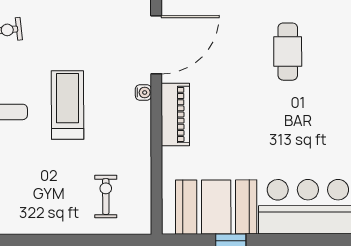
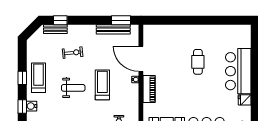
door: (156, 45) -> (141, 59), swing flipped

